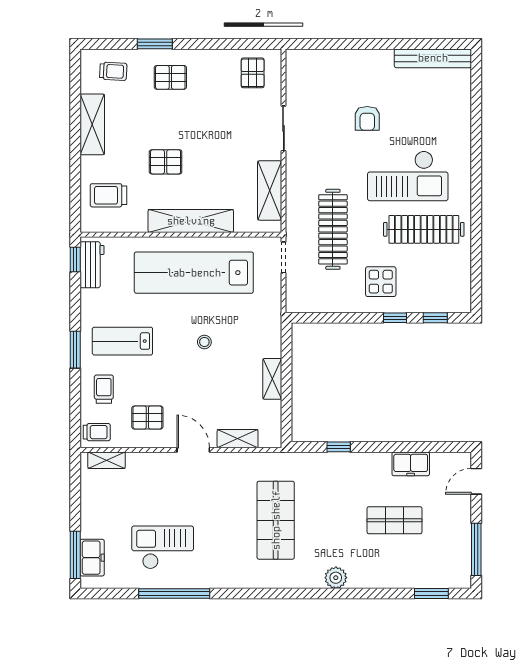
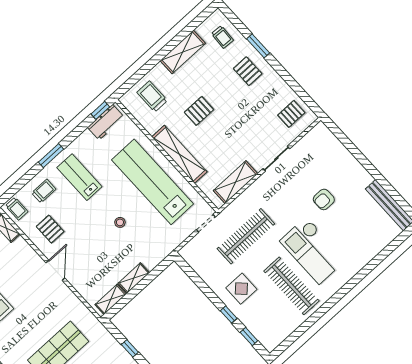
pallet: (166, 162) -> (199, 111), turned 90
shelving: (238, 439) -> (111, 299), moved, turned 90

